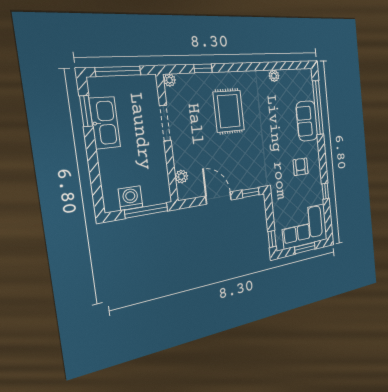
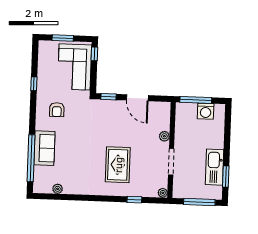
plant: (274, 76) -> (58, 189), moved
plant: (181, 176) -> (164, 136), moved
corner sofa: (304, 226) -> (75, 67), moved, turned 90

